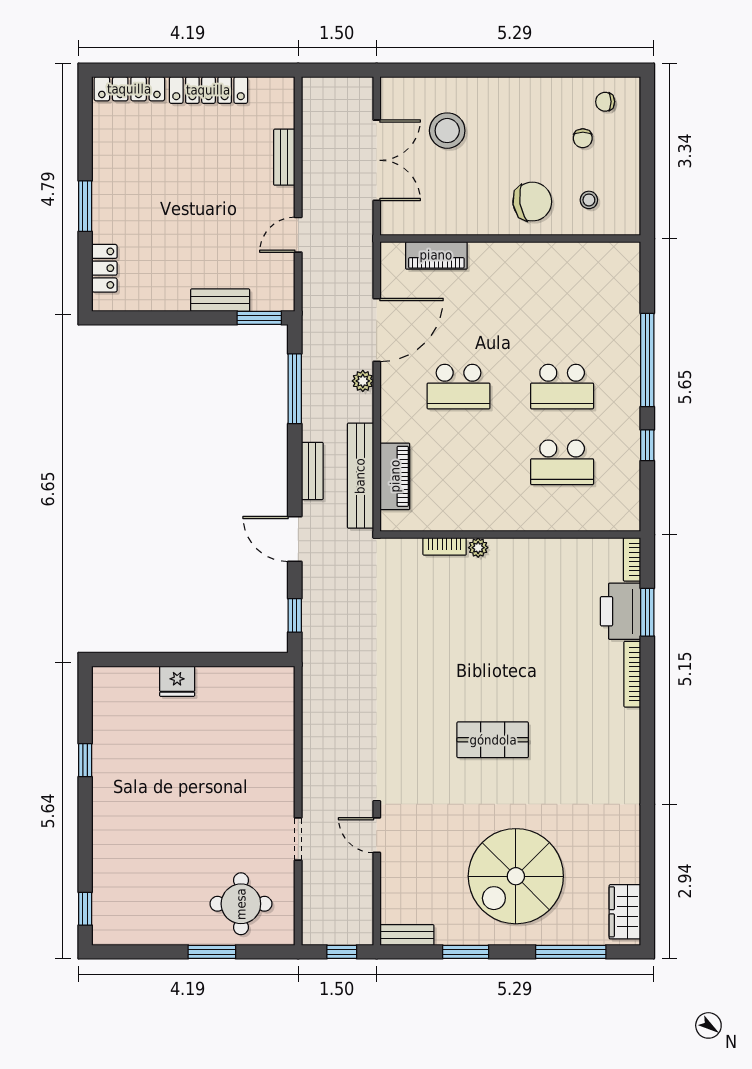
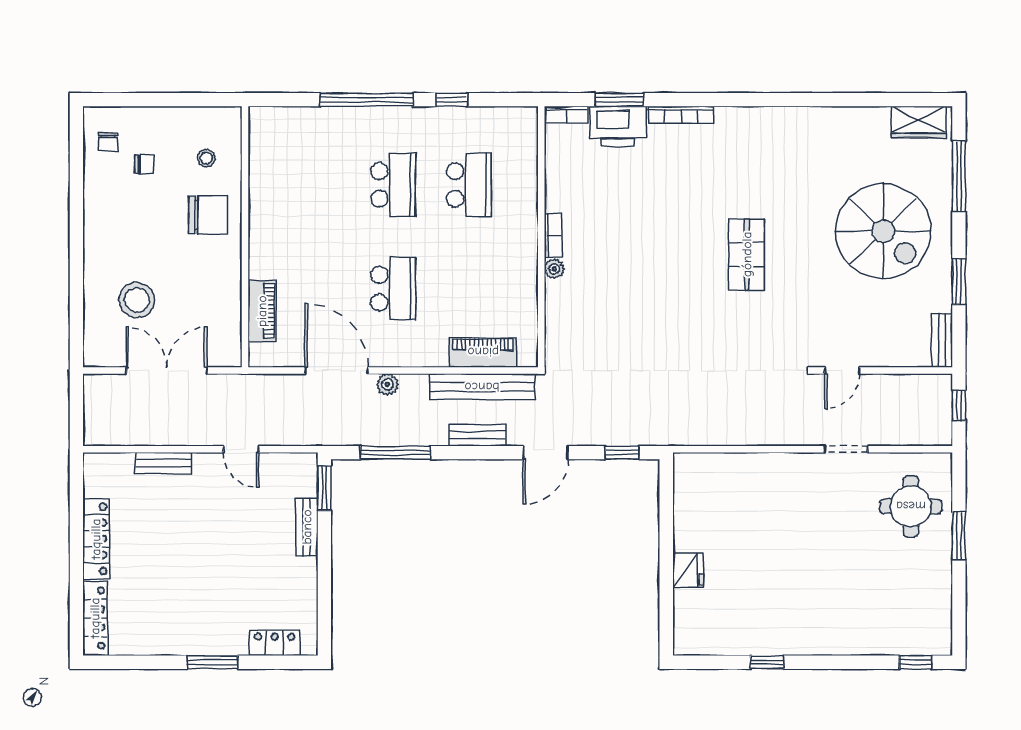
chair: (532, 202) -> (208, 215), turned 99
bookcase: (445, 546) -> (553, 235), moved

